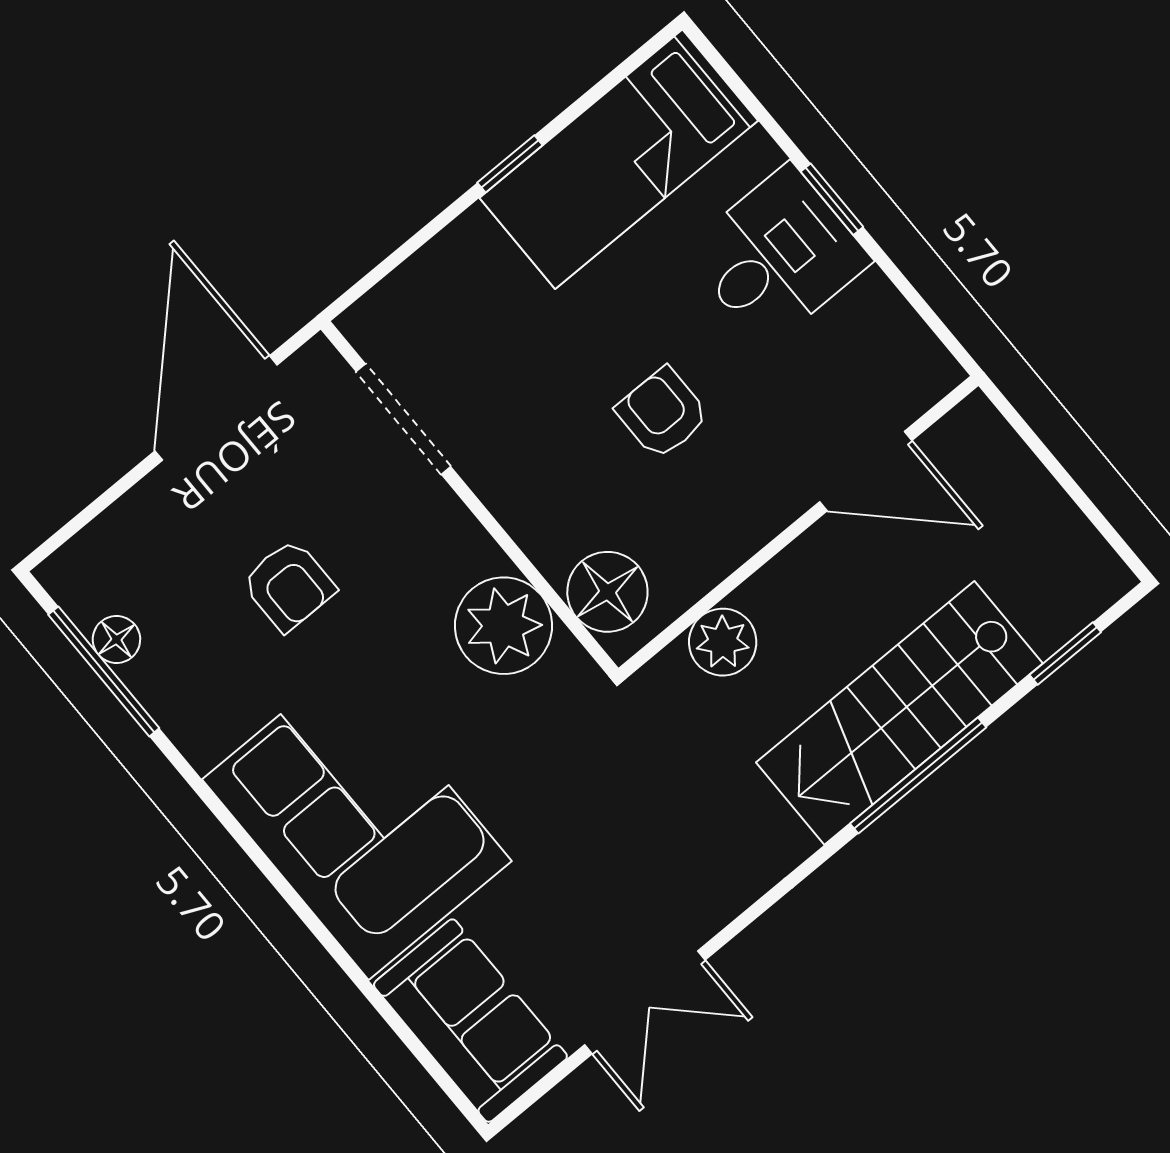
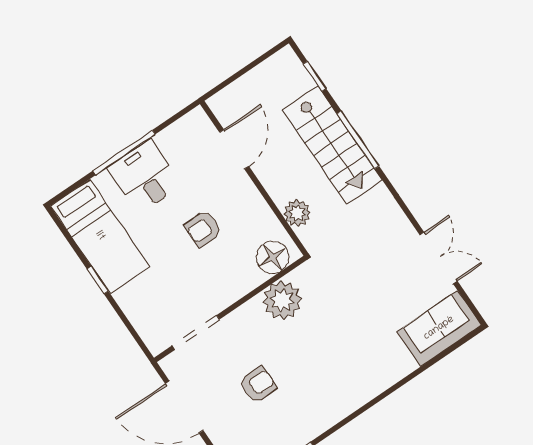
window: (832, 199) -> (124, 153), width x2.17
corner sofa: (357, 820) -> (355, 366), removed

